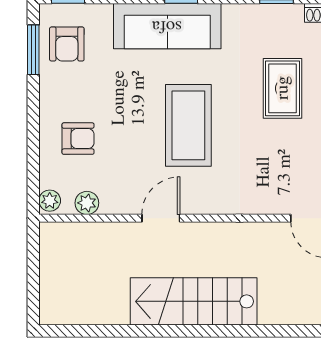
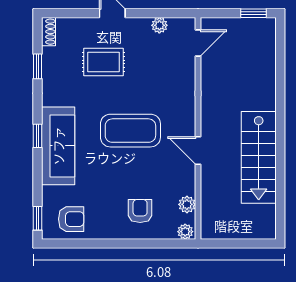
window: (33, 50) -> (75, 244), removed
stairs: (194, 301) -> (259, 157), moved

